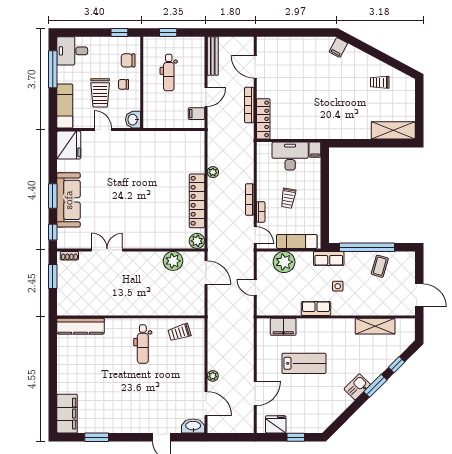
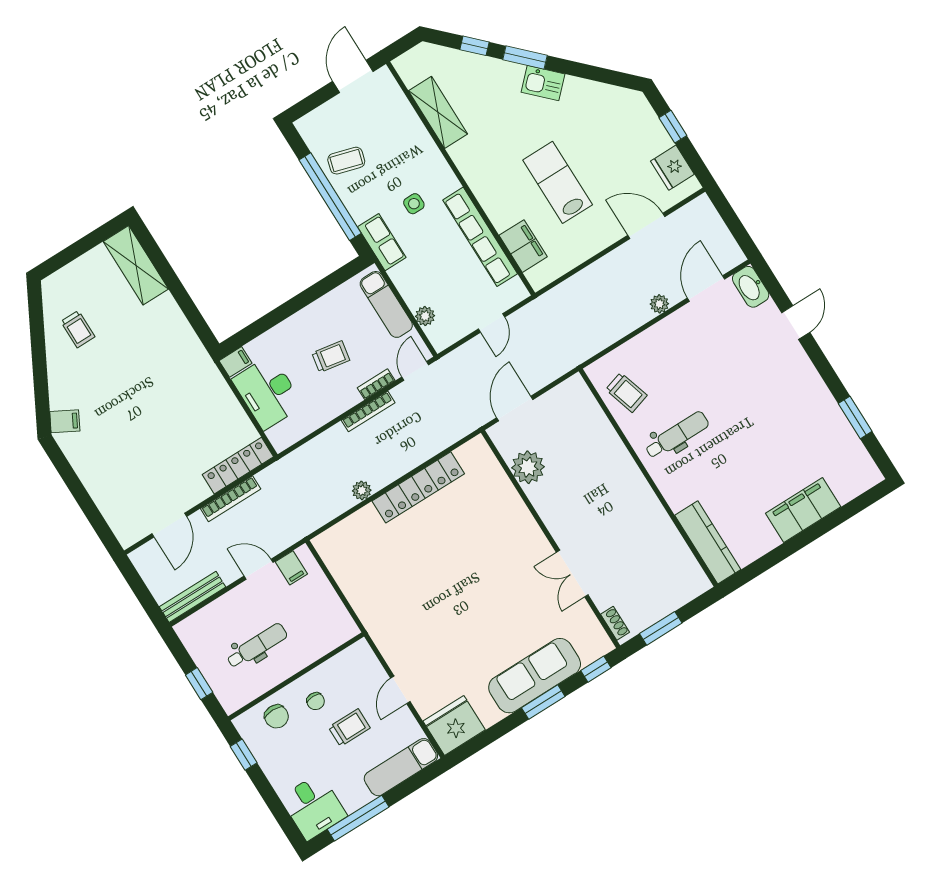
trolley: (100, 93) -> (349, 728), width x0.73, depth x0.72
washbasin: (133, 120) -> (358, 655), removed
plant: (197, 241) -> (477, 451), removed
plant: (284, 262) -> (425, 316), width x0.53, depth x0.53
row of seats: (316, 308) -> (480, 237), width x2.02
filing cabinet: (67, 414) -> (803, 510), moved

